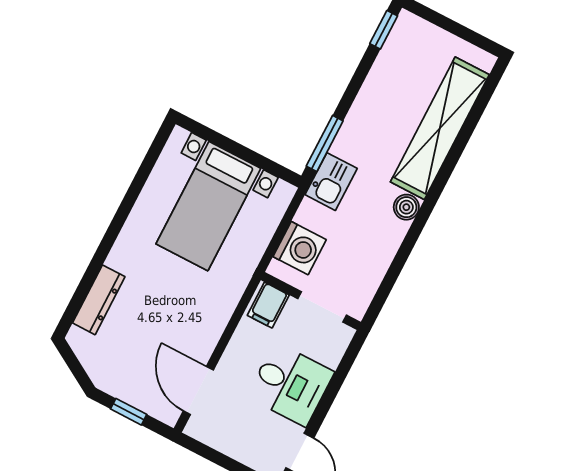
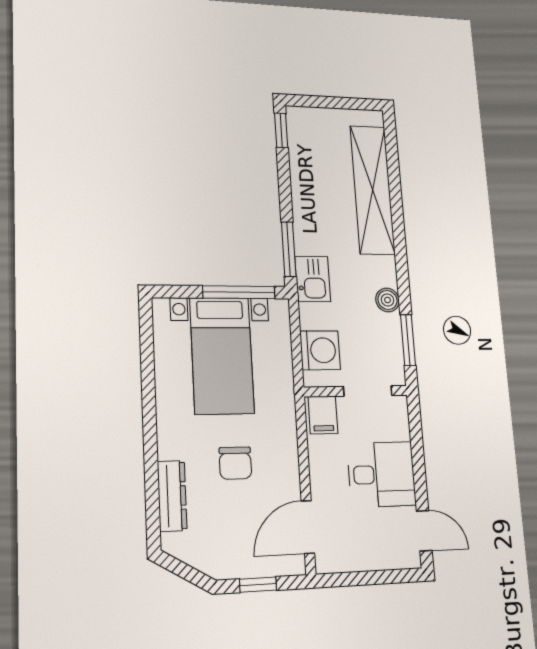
window: (256, 159) -> (239, 292), added
boiler: (406, 207) -> (388, 300), moved
window: (388, 283) -> (408, 340), added
chair: (167, 303) -> (235, 463), added
door: (198, 390) -> (308, 527), hinge flipped

